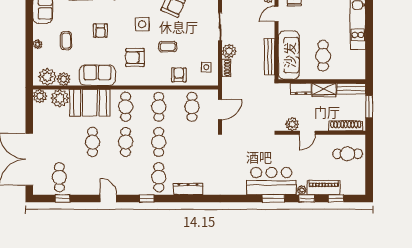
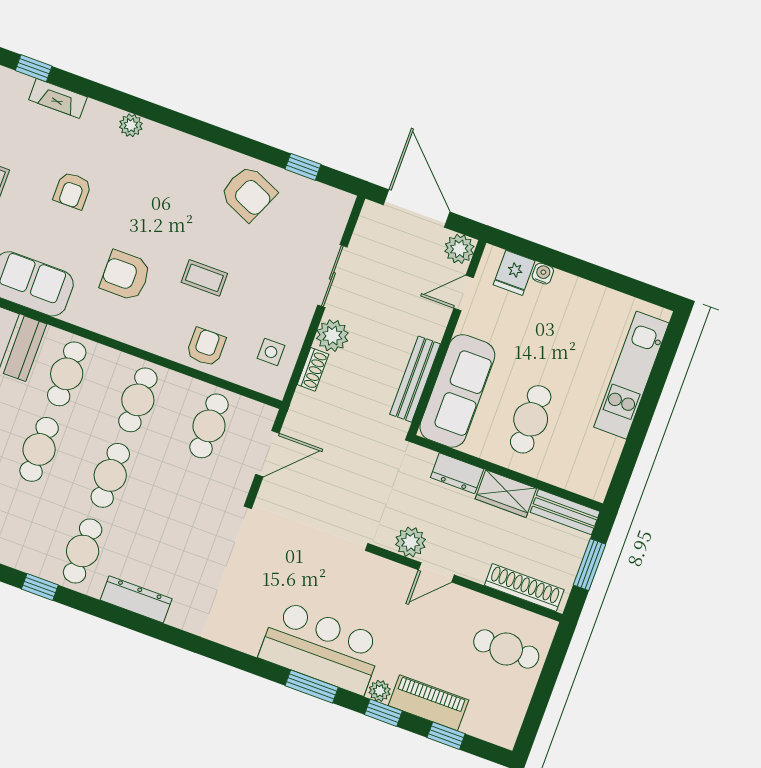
side table: (142, 24) -> (167, 210), removed

